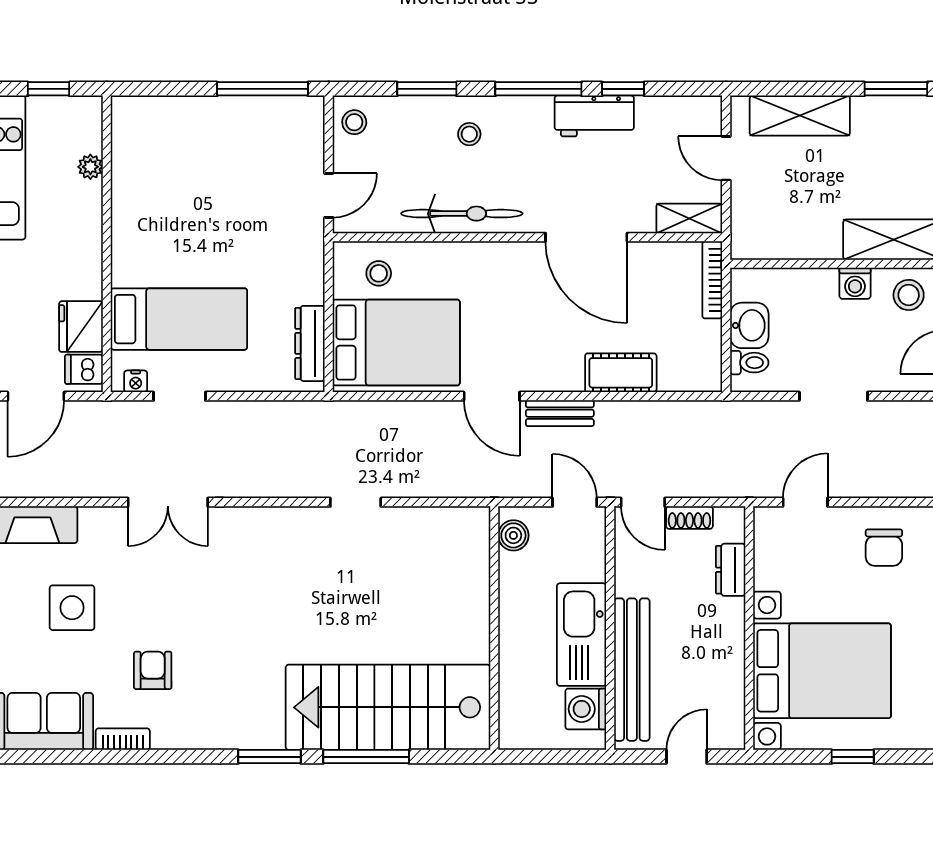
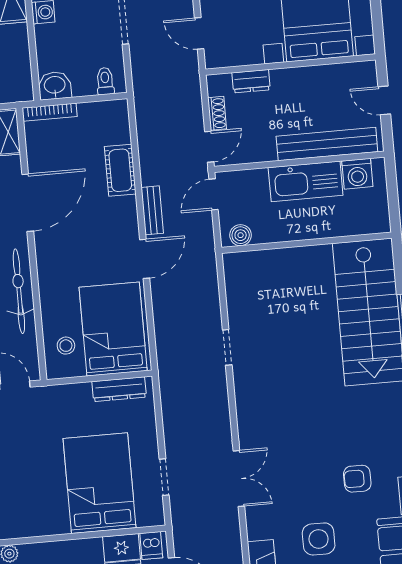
bed: (179, 319) -> (100, 483), width x1.50
washbasin: (749, 325) -> (55, 86), moved
nightstand: (136, 381) -> (156, 509), removed

